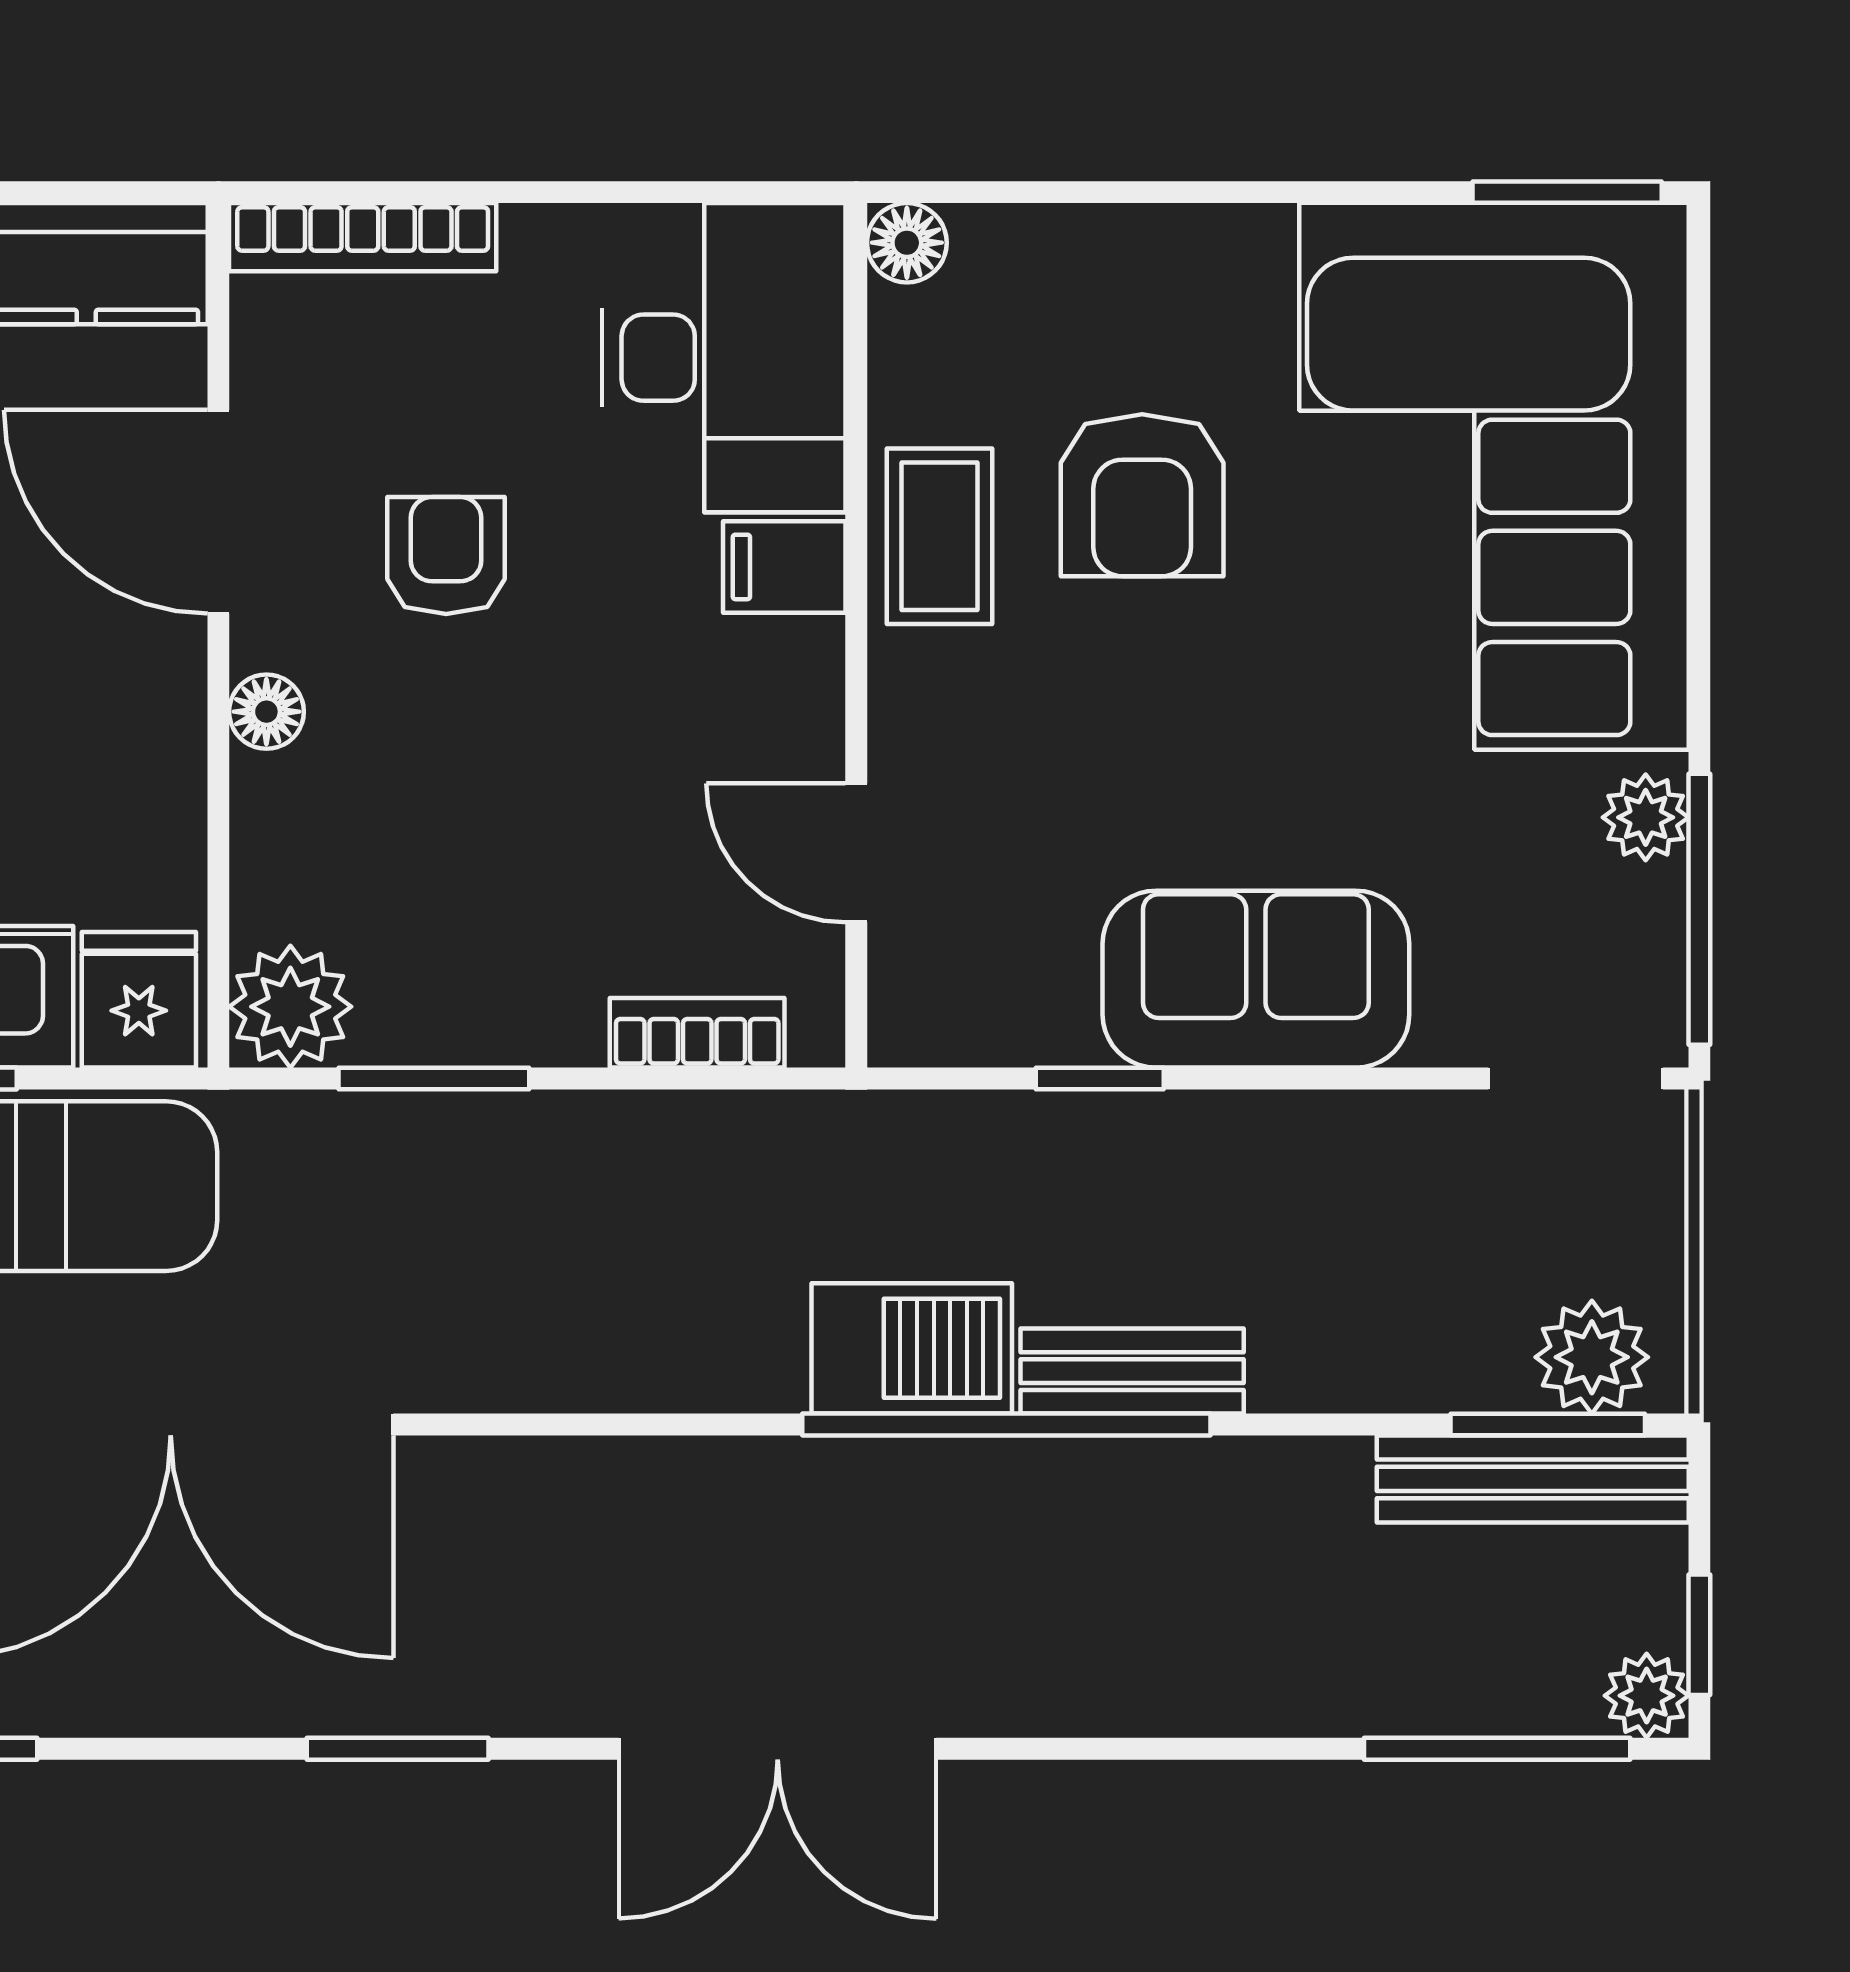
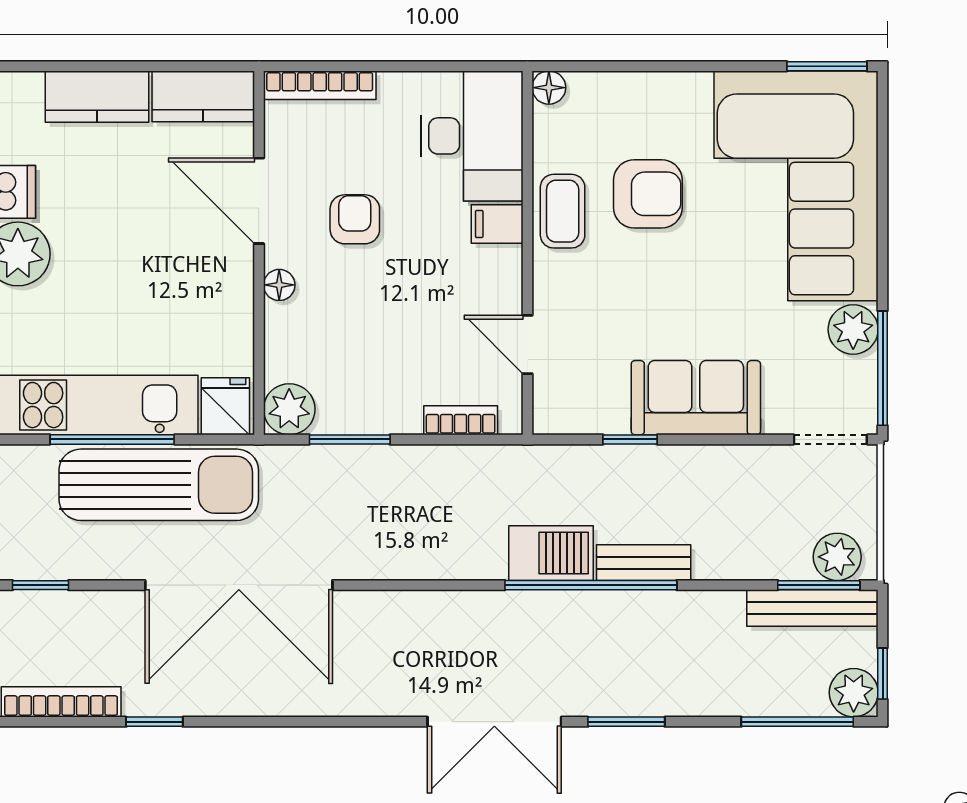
armchair: (1142, 495) -> (648, 194), turned -90
plant: (1646, 817) -> (853, 330), width x1.38, depth x1.38
plant: (1647, 1696) -> (854, 693), width x1.38, depth x1.38
window: (398, 1749) -> (626, 722), moved

